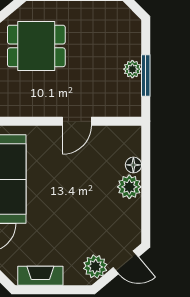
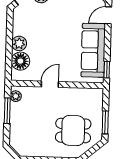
plant: (132, 69) -> (16, 96), moved
floor lamp: (133, 165) -> (20, 61), width x1.89, depth x1.89

